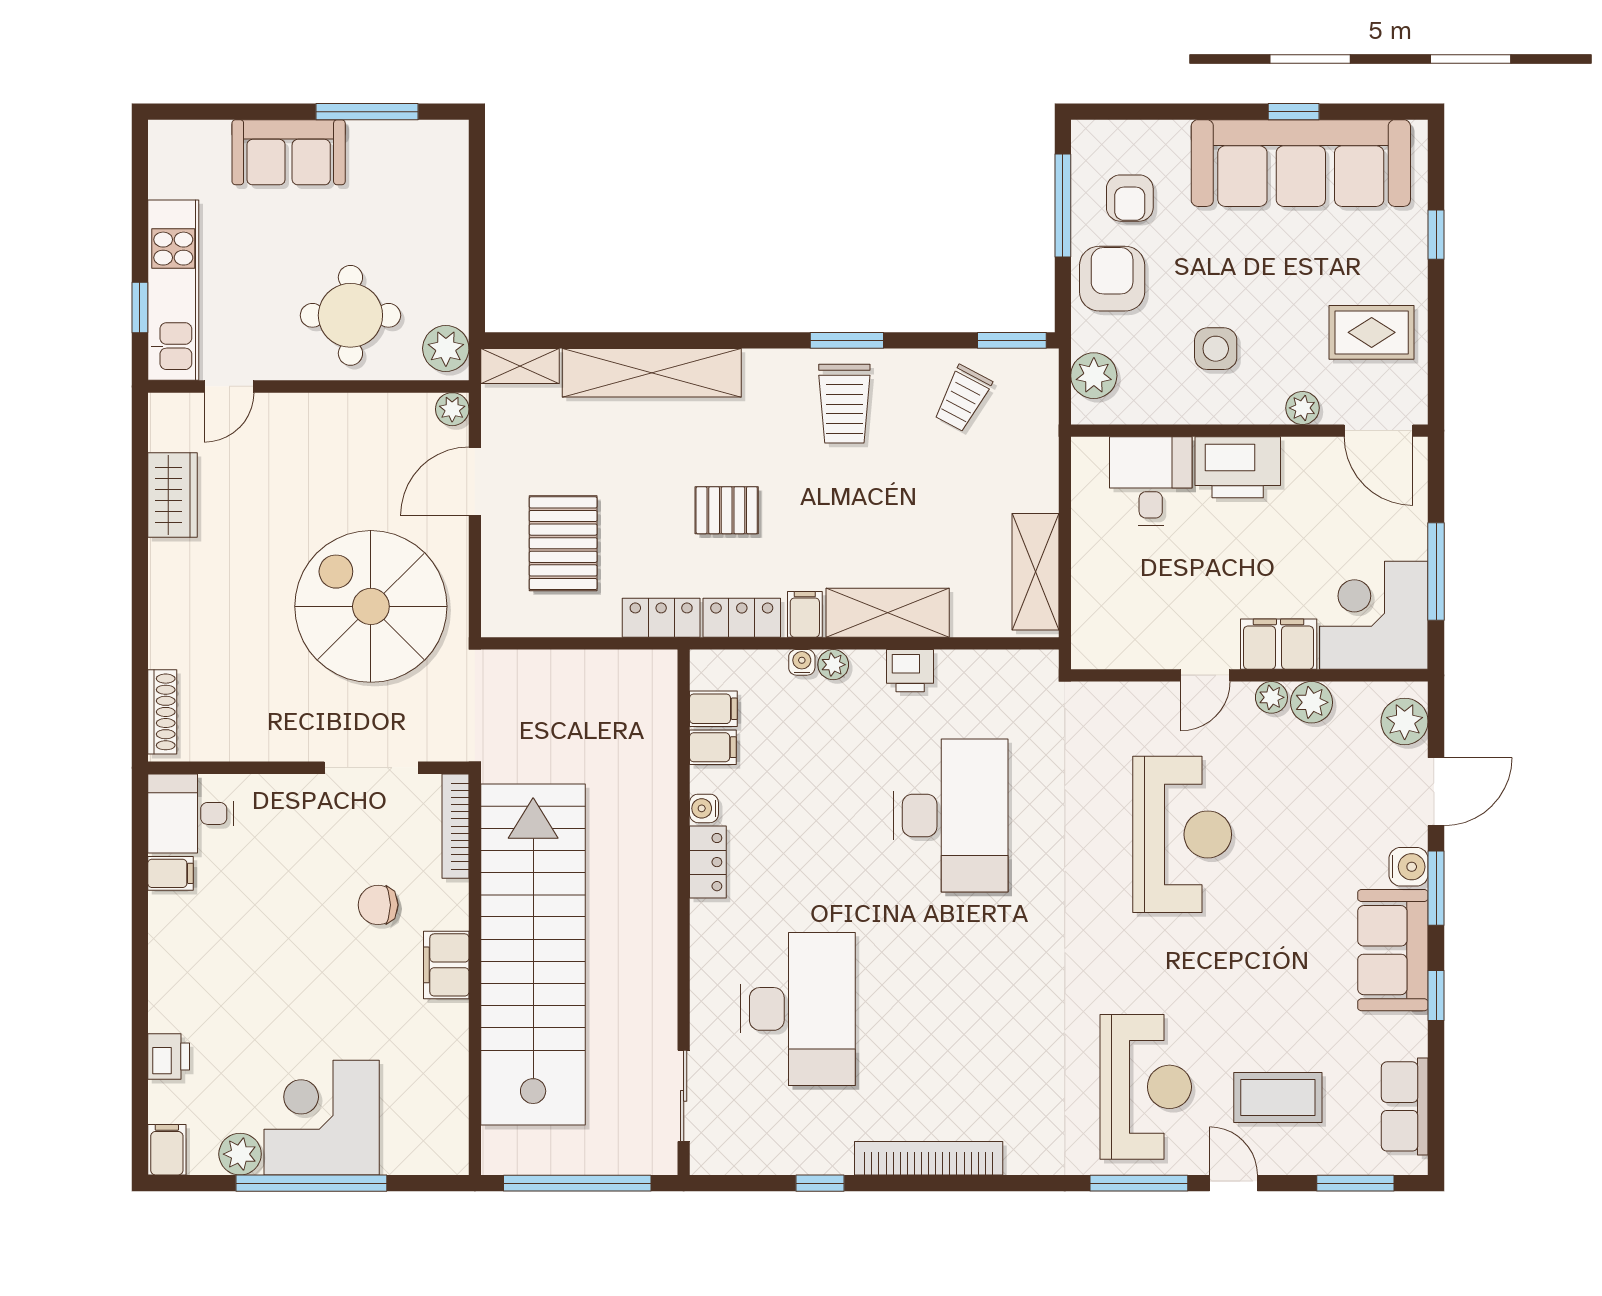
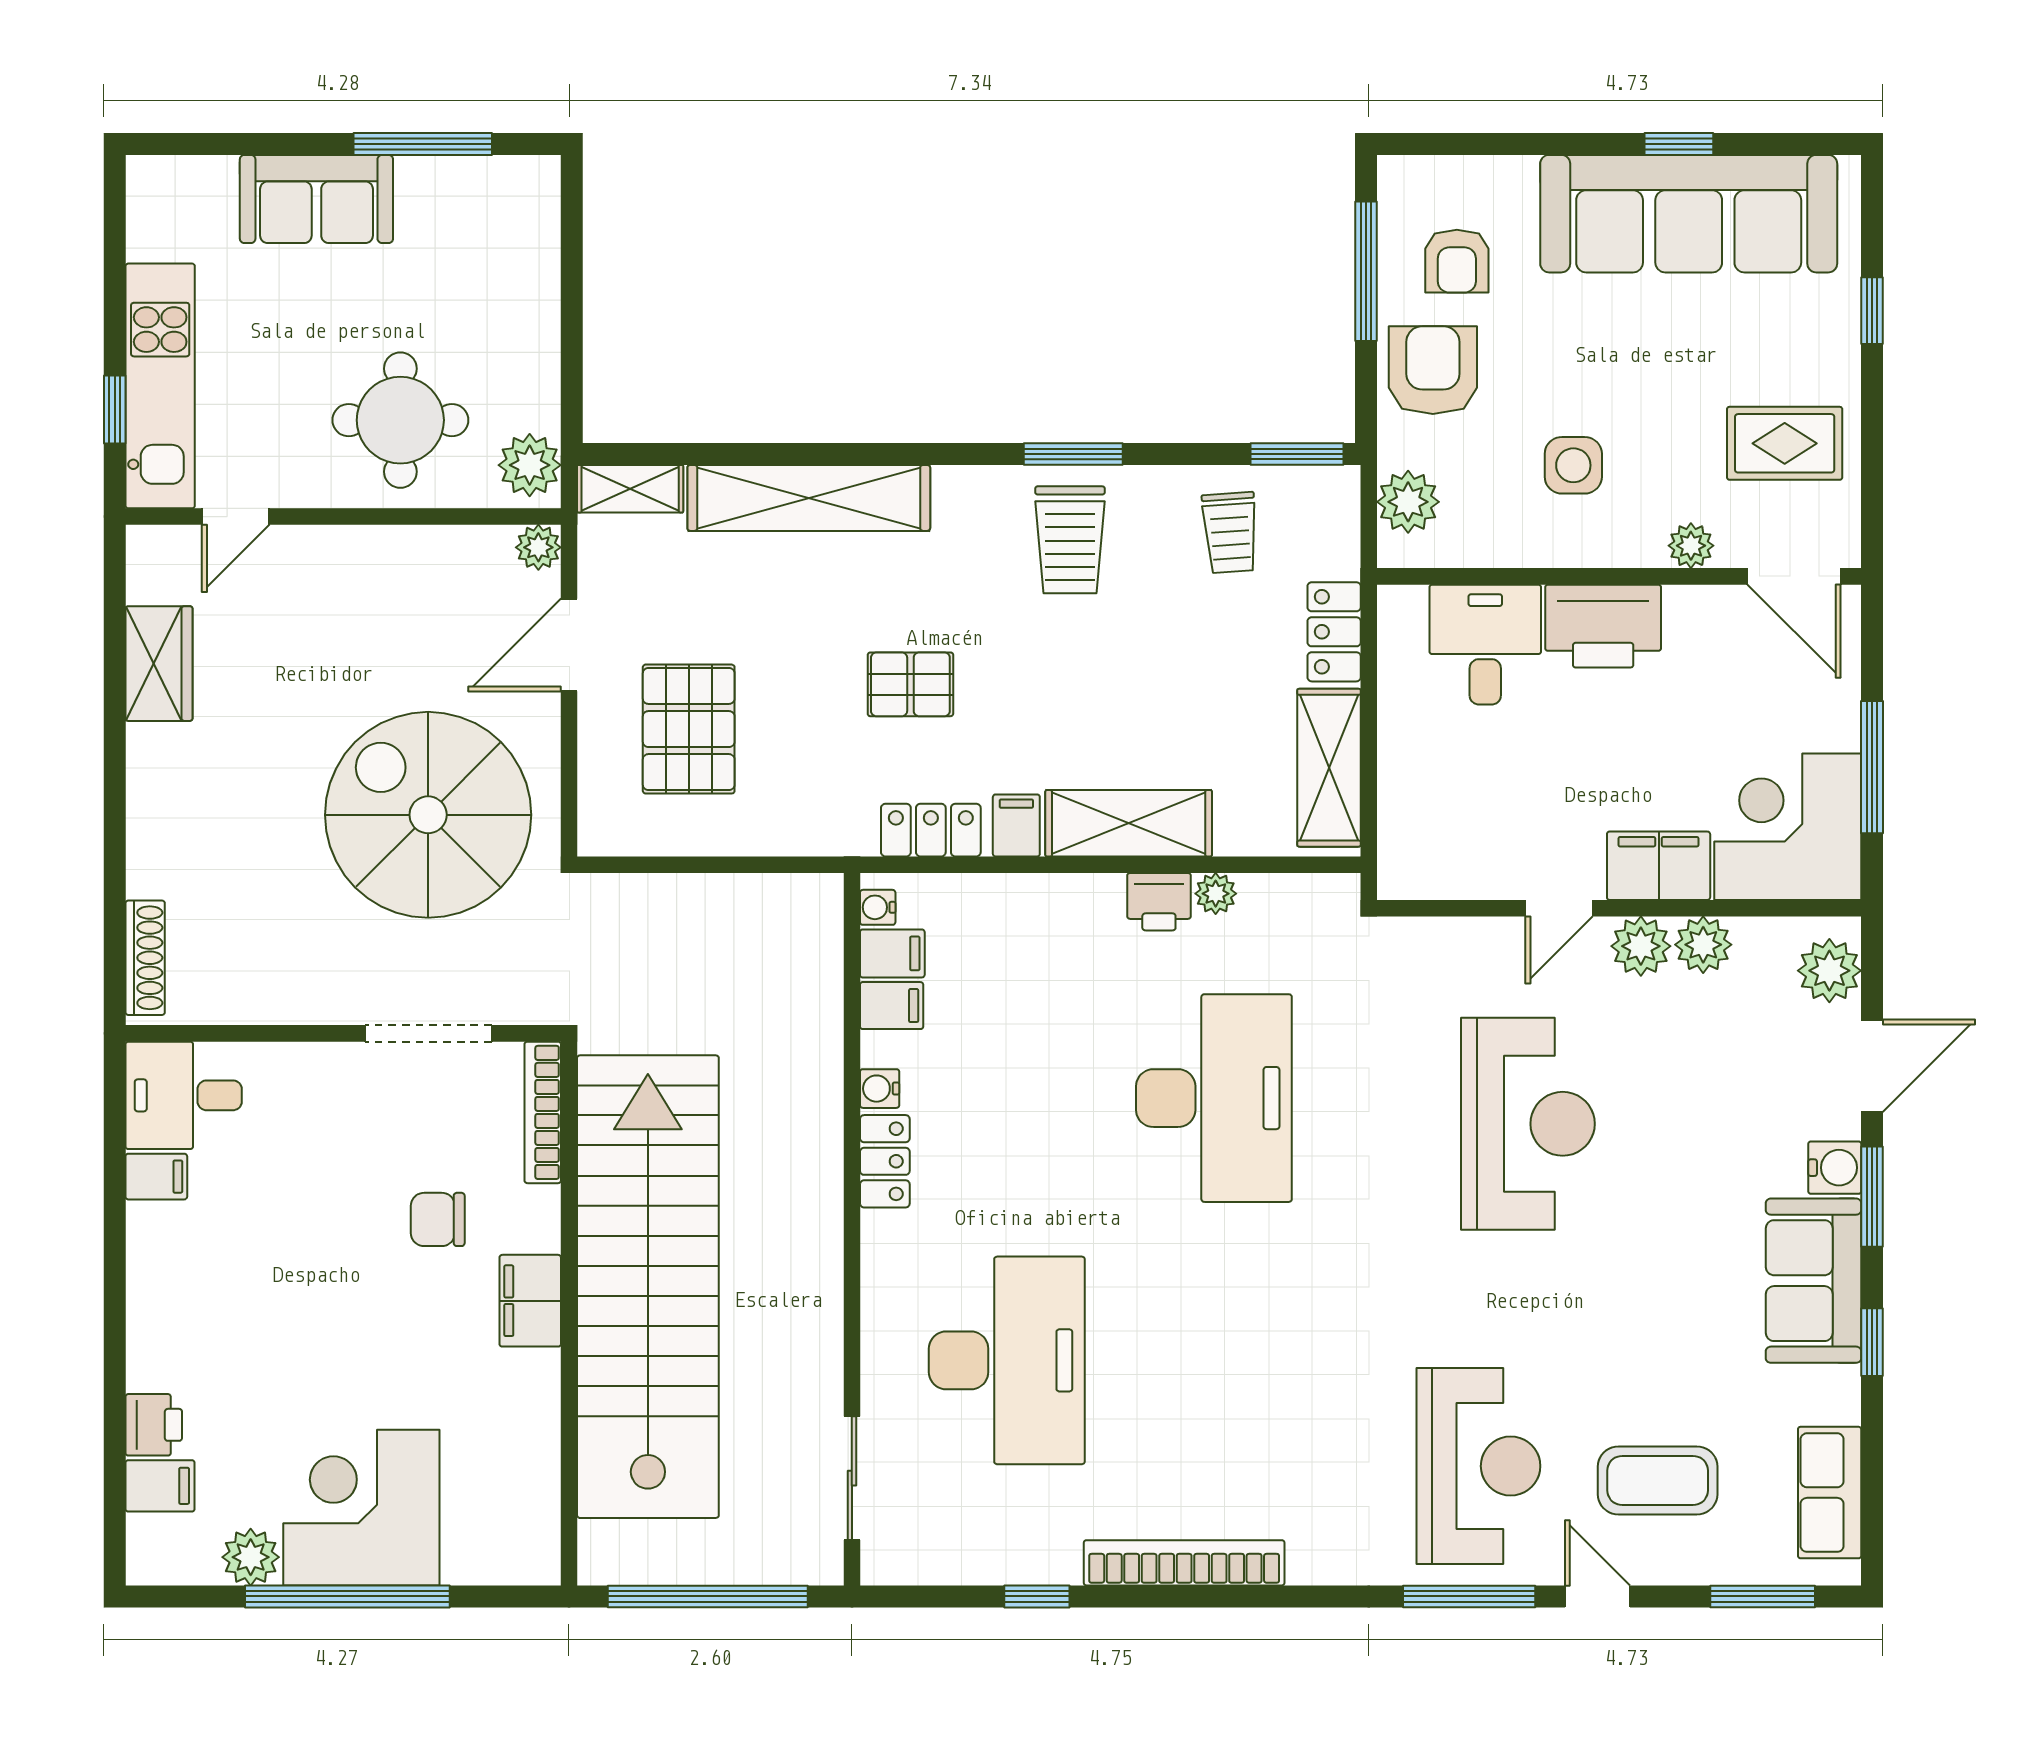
trolley: (963, 398) -> (1230, 533), turned -32
locker: (661, 618) -> (1334, 632), moved, turned -90
water cooler: (802, 662) -> (878, 907), moved, turned -90
plant: (833, 665) -> (1216, 894), moved
plant: (1271, 697) -> (1641, 946), width x1.38, depth x1.38
filing cabinet: (167, 1150) -> (160, 1486), moved, turned 90

